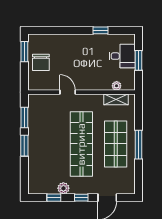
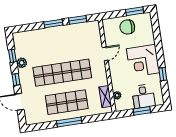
corner desk: (82, 50) -> (143, 61), added

